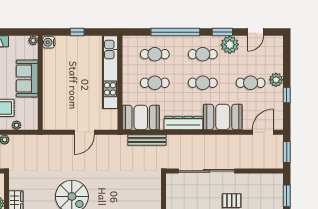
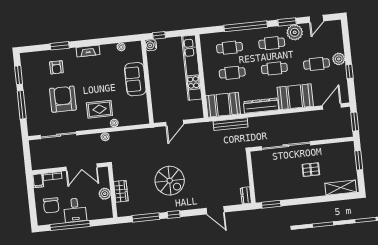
water cooler: (49, 42) -> (151, 45), moved
sofa: (27, 78) -> (135, 79), moved
wall: (40, 83) -> (147, 82), moved

